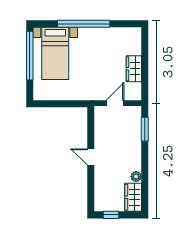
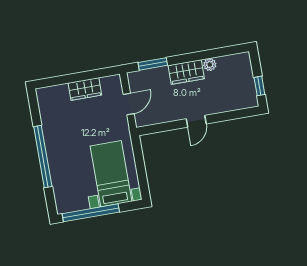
bed with nightstands: (55, 53) -> (111, 174), moved, turned -90
door: (115, 103) -> (129, 104), swing flipped
wardrobe: (133, 197) -> (186, 72), moved

